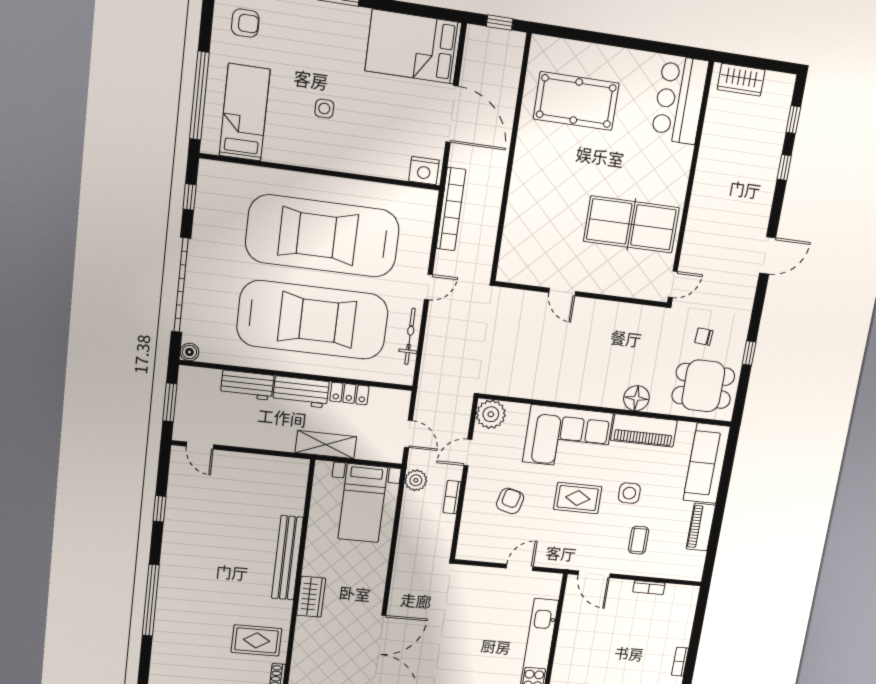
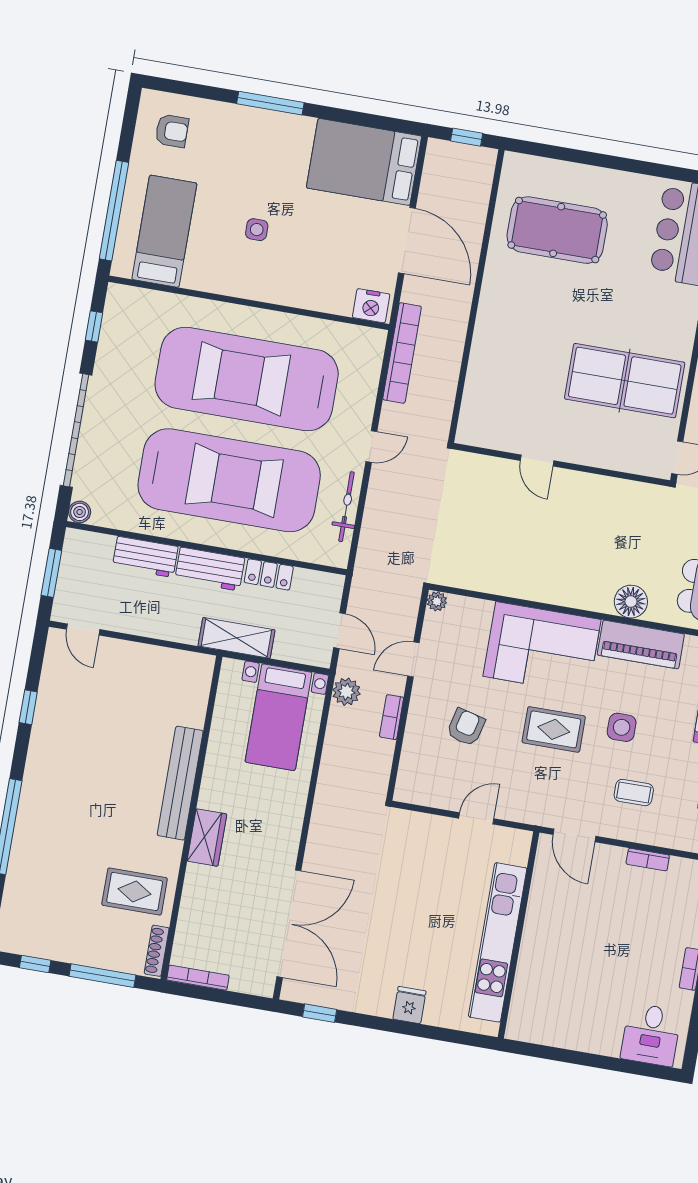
plant: (491, 414) -> (437, 601), width x0.53, depth x0.53
coffee table: (639, 540) -> (634, 793), turned 90

